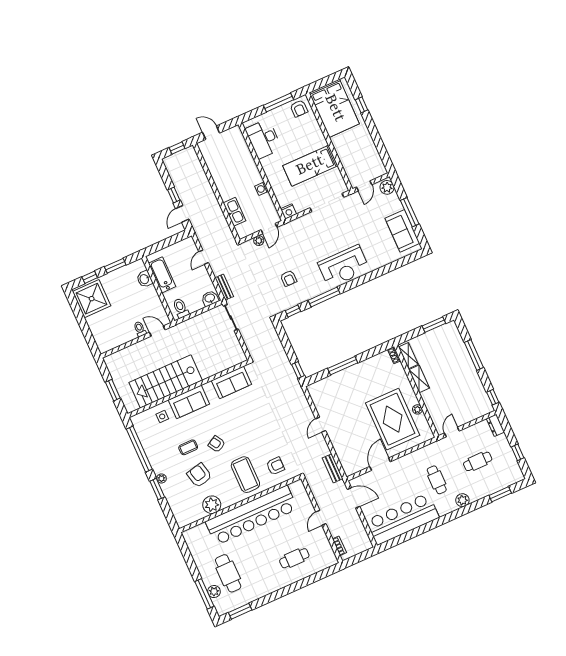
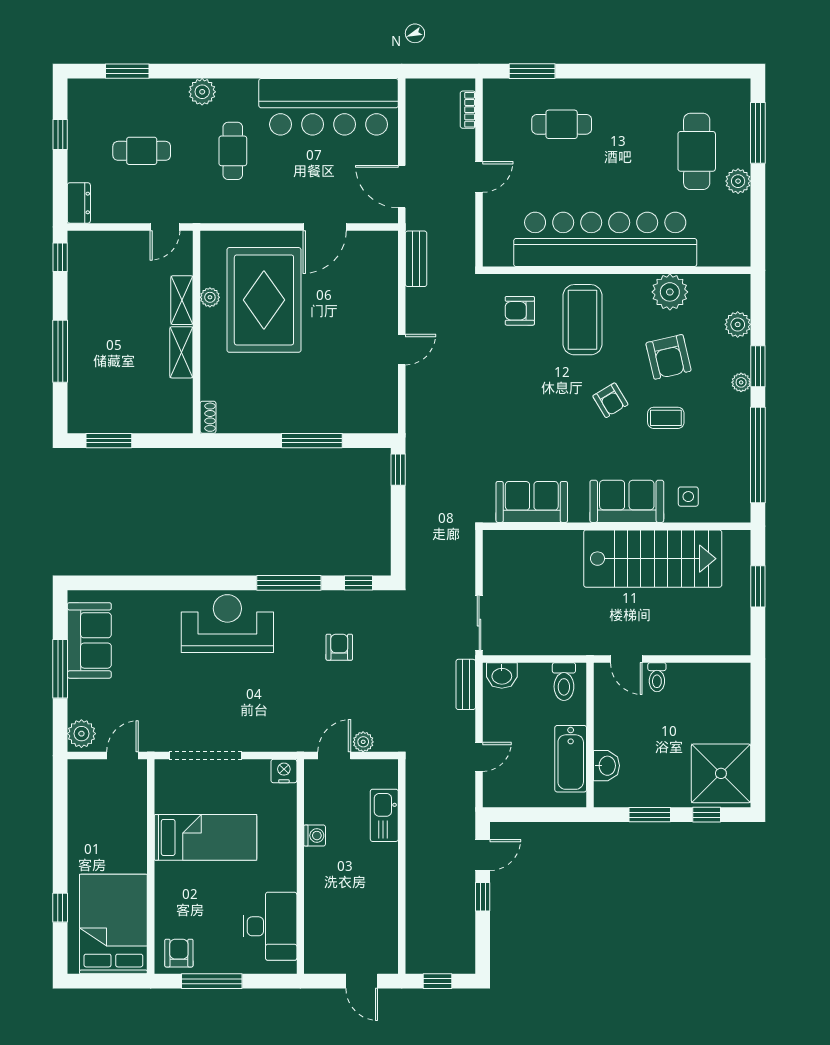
shelving: (408, 356) -> (182, 300), moved
plant: (175, 504) -> (738, 324), added
plant: (214, 592) -> (738, 181), moved
window: (240, 611) -> (532, 71), moved

